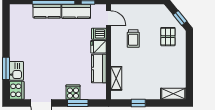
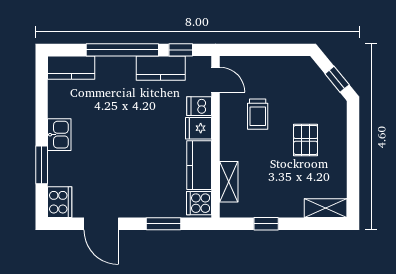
kitchen counter: (47, 11) -> (71, 68), moved
pallet: (168, 37) -> (306, 140), moved
kitchen sink: (16, 71) -> (59, 135), moved
cooker: (73, 92) -> (199, 203), moved, turned -90

